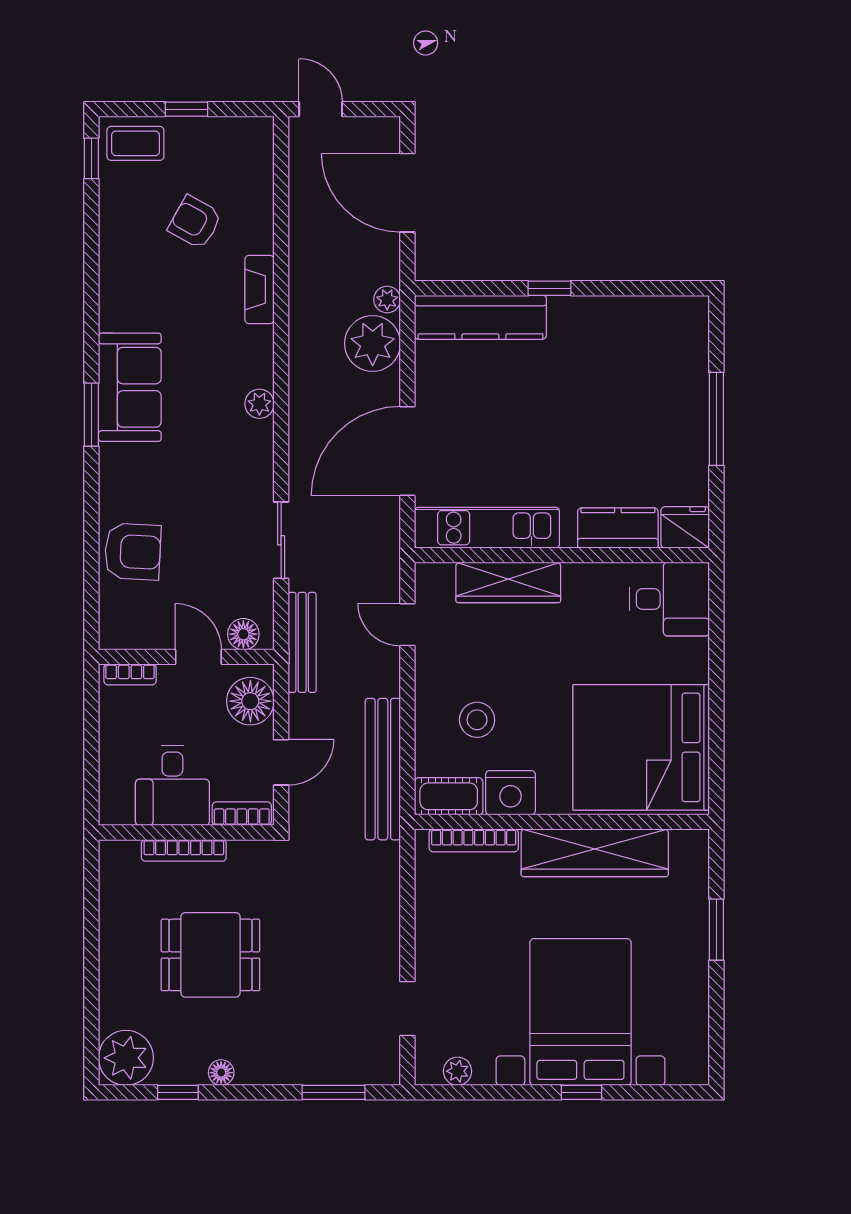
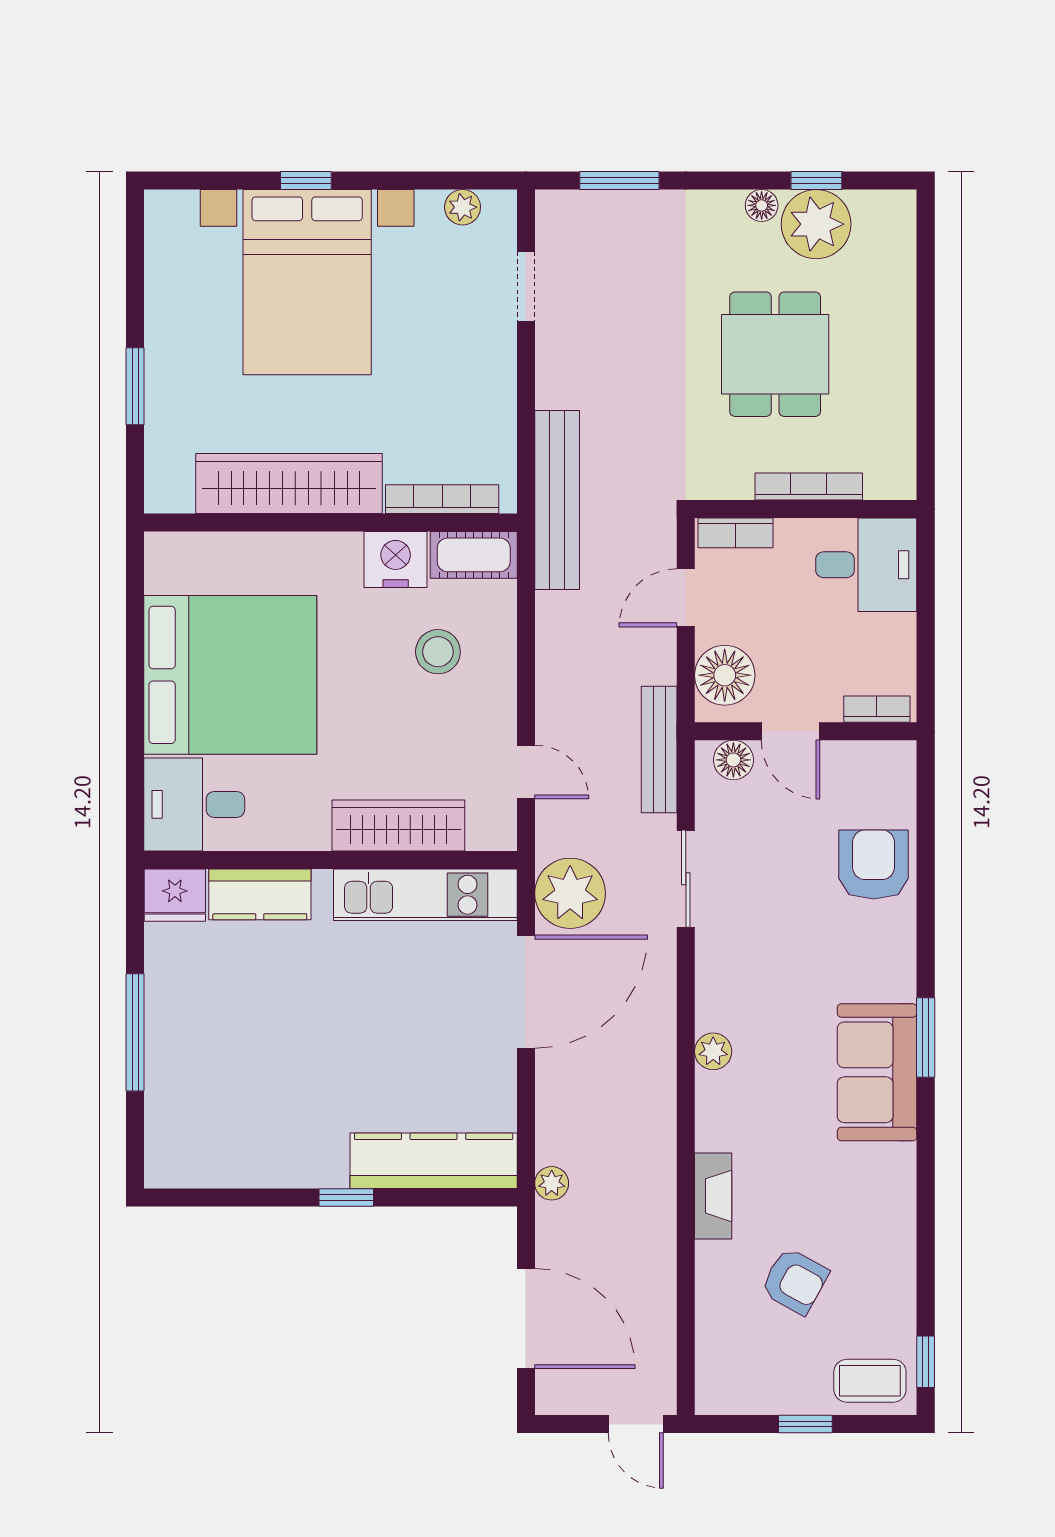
plant: (373, 344) -> (570, 893), moved
armchair: (133, 552) -> (874, 864), turned 87
bed: (641, 747) -> (230, 675), moved
bench: (383, 769) -> (557, 500), moved
desk: (172, 786) -> (866, 565), moved, turned 90
dining table: (210, 955) -> (775, 354), turned 90
plant: (126, 1058) -> (816, 224), moved

